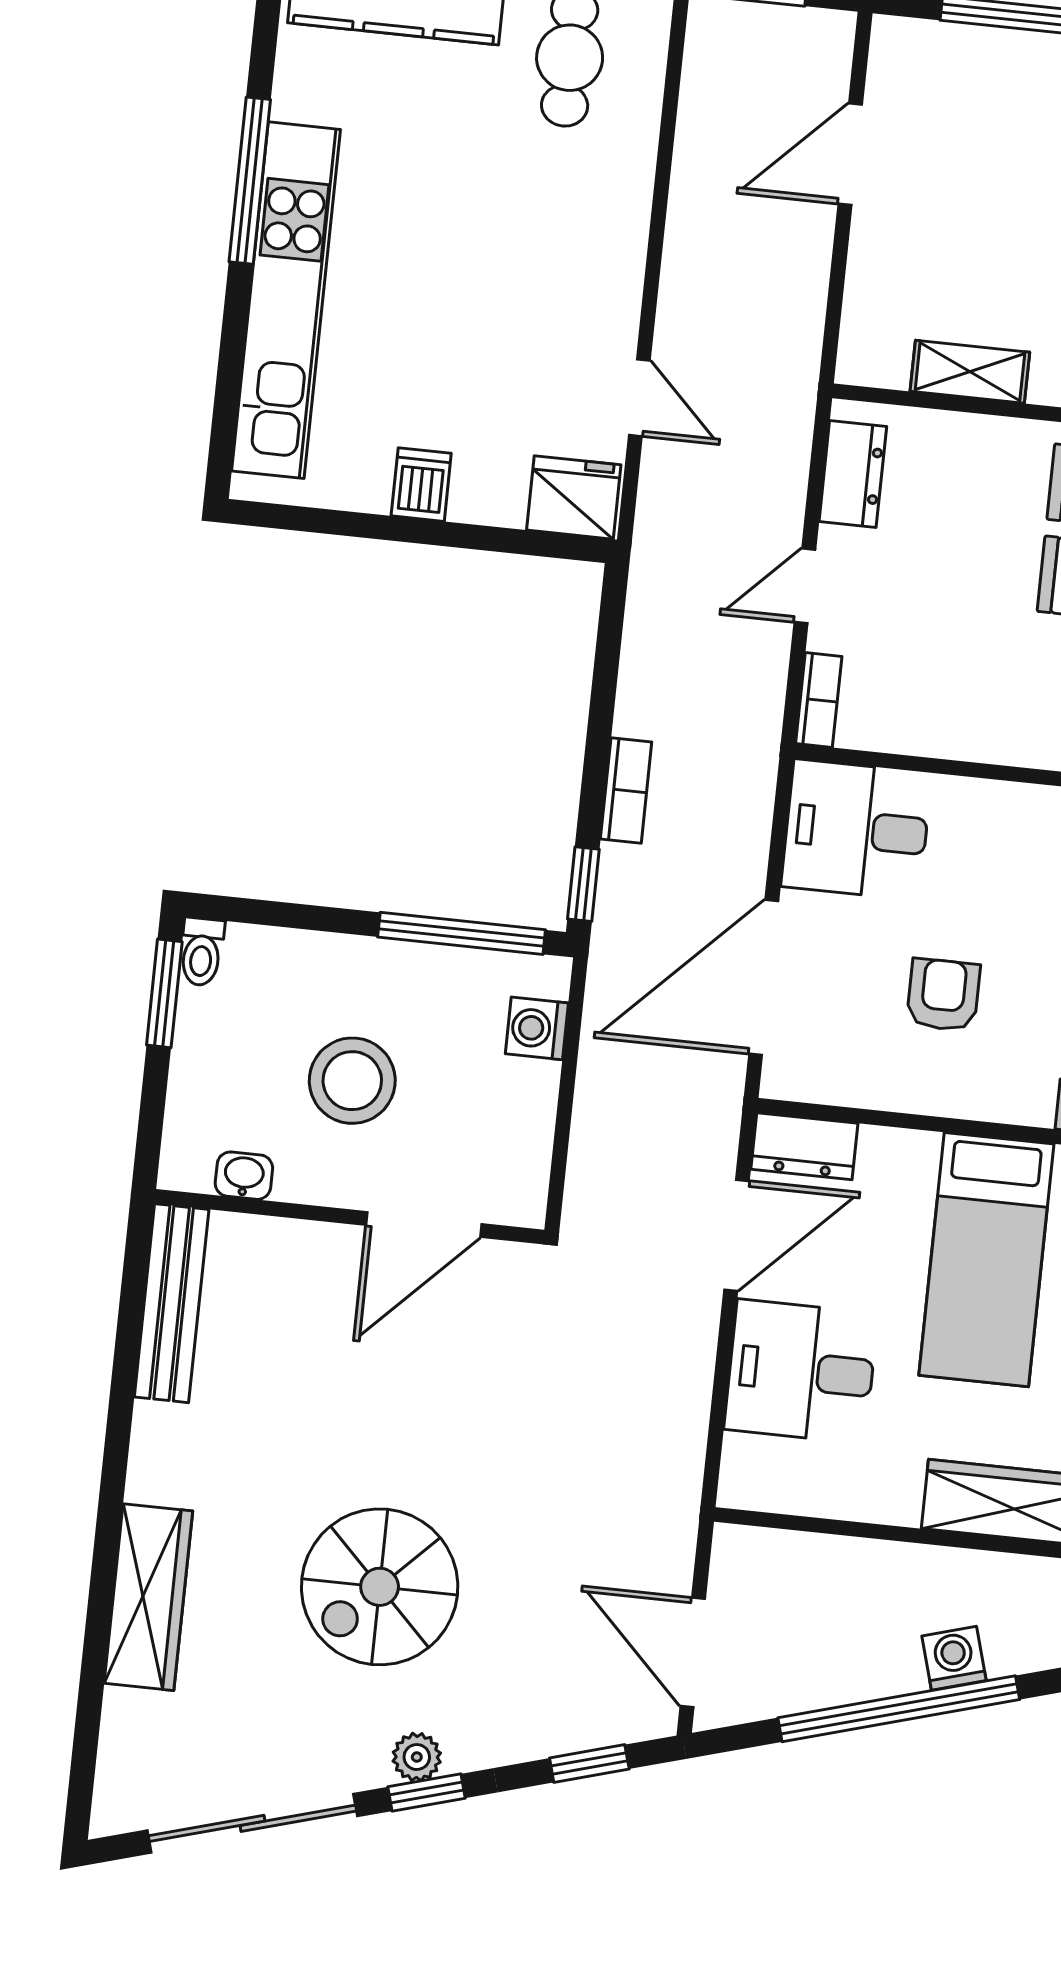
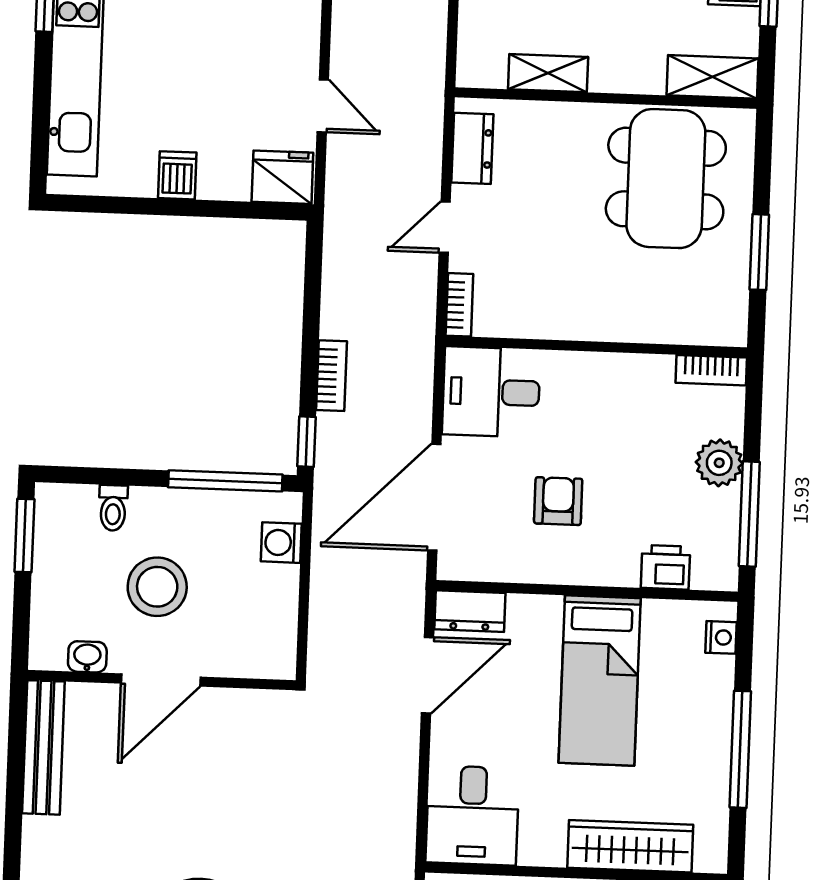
toilet: (202, 952) -> (113, 508), moved
door: (424, 1225) -> (161, 680), moved
desk: (801, 1371) -> (472, 815), moved, turned -90

